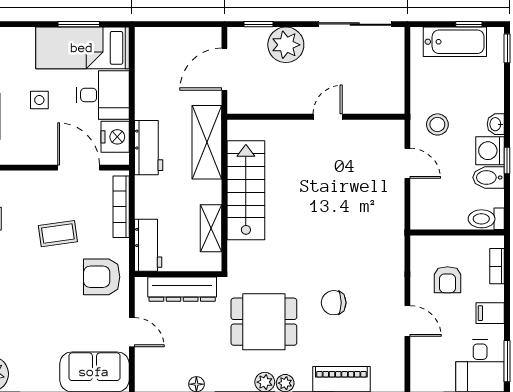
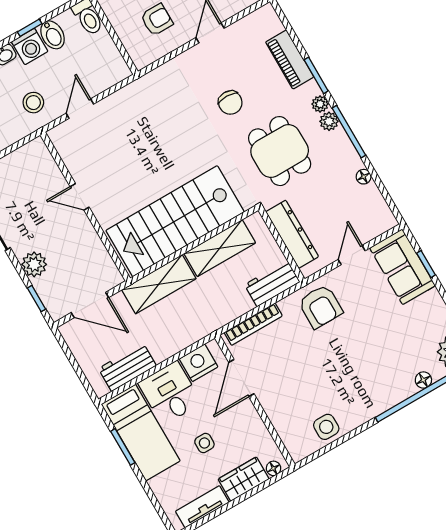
plant: (286, 45) -> (34, 264), width x0.73, depth x0.73
workbench: (149, 148) -> (127, 367), moved
stairs: (246, 190) -> (175, 221), width x1.36, depth x1.51
shelving: (211, 228) -> (220, 248), width x1.50, depth x1.33
coffee table: (58, 234) -> (306, 363), removed

